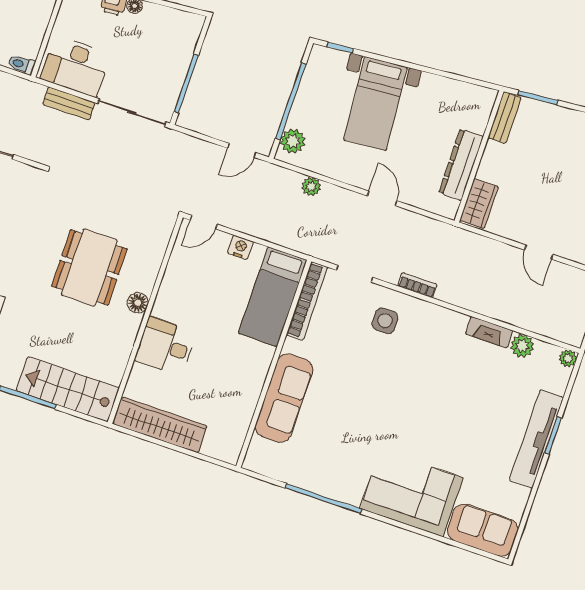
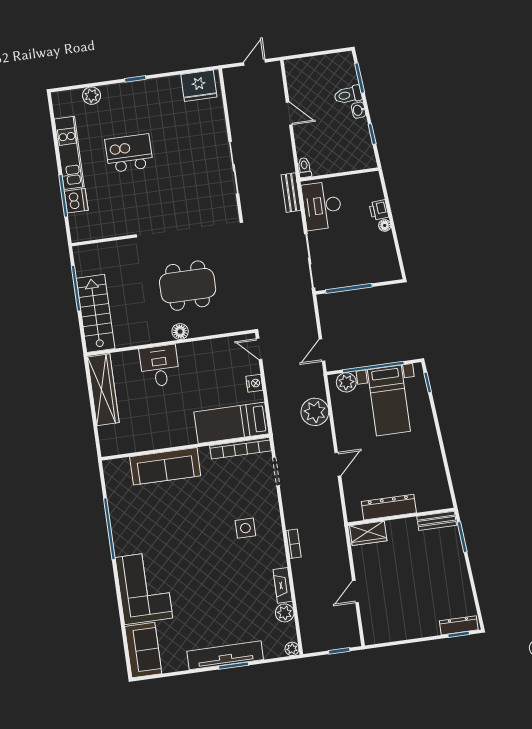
bench: (69, 103) -> (291, 193), moved
bed with nightstands: (375, 104) -> (389, 401), moved, turned -85
door: (242, 150) -> (322, 350), hinge flipped
plant: (311, 187) -> (315, 412), width x1.88, depth x1.88
bookcase: (417, 285) -> (294, 544), moved
side table: (385, 321) -> (245, 528), moved

